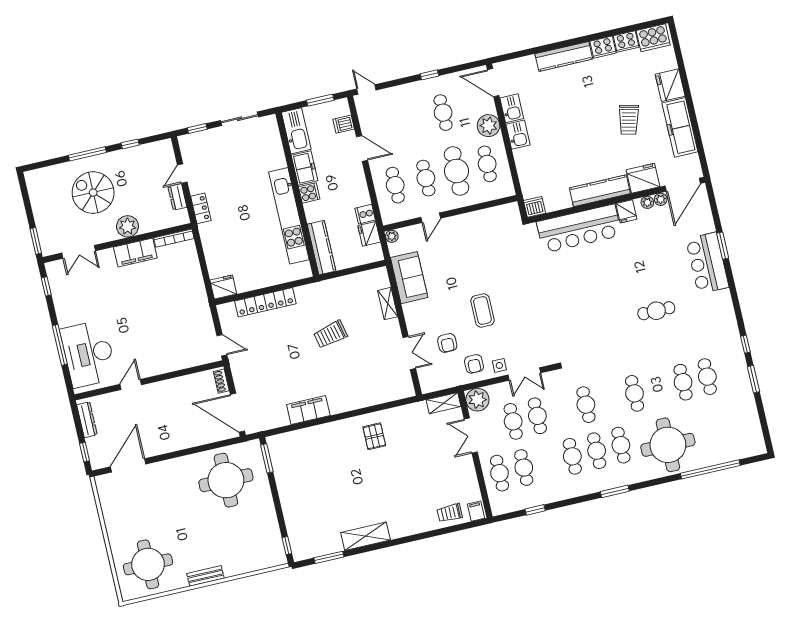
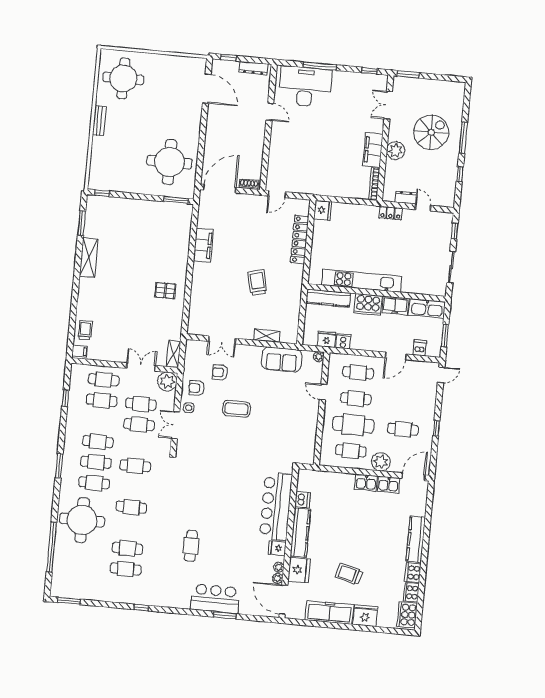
cooker: (309, 193) -> (368, 304), width x1.87, depth x1.31
dishwasher: (535, 207) -> (303, 500), moved
window: (753, 379) -> (69, 601), moved

